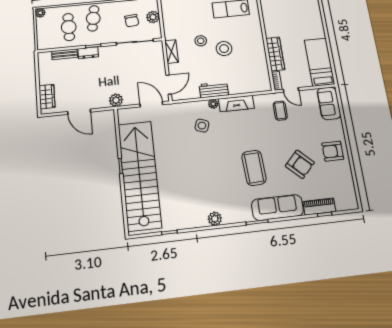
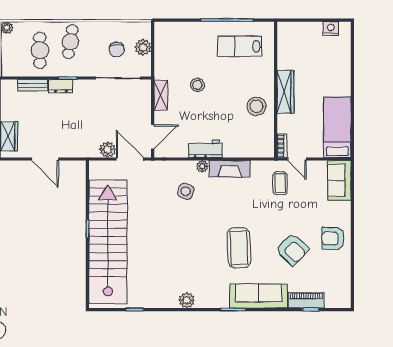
stool: (224, 49) -> (256, 106), moved
wardrobe: (275, 54) -> (285, 92), moved
plant: (116, 100) -> (108, 149), moved

